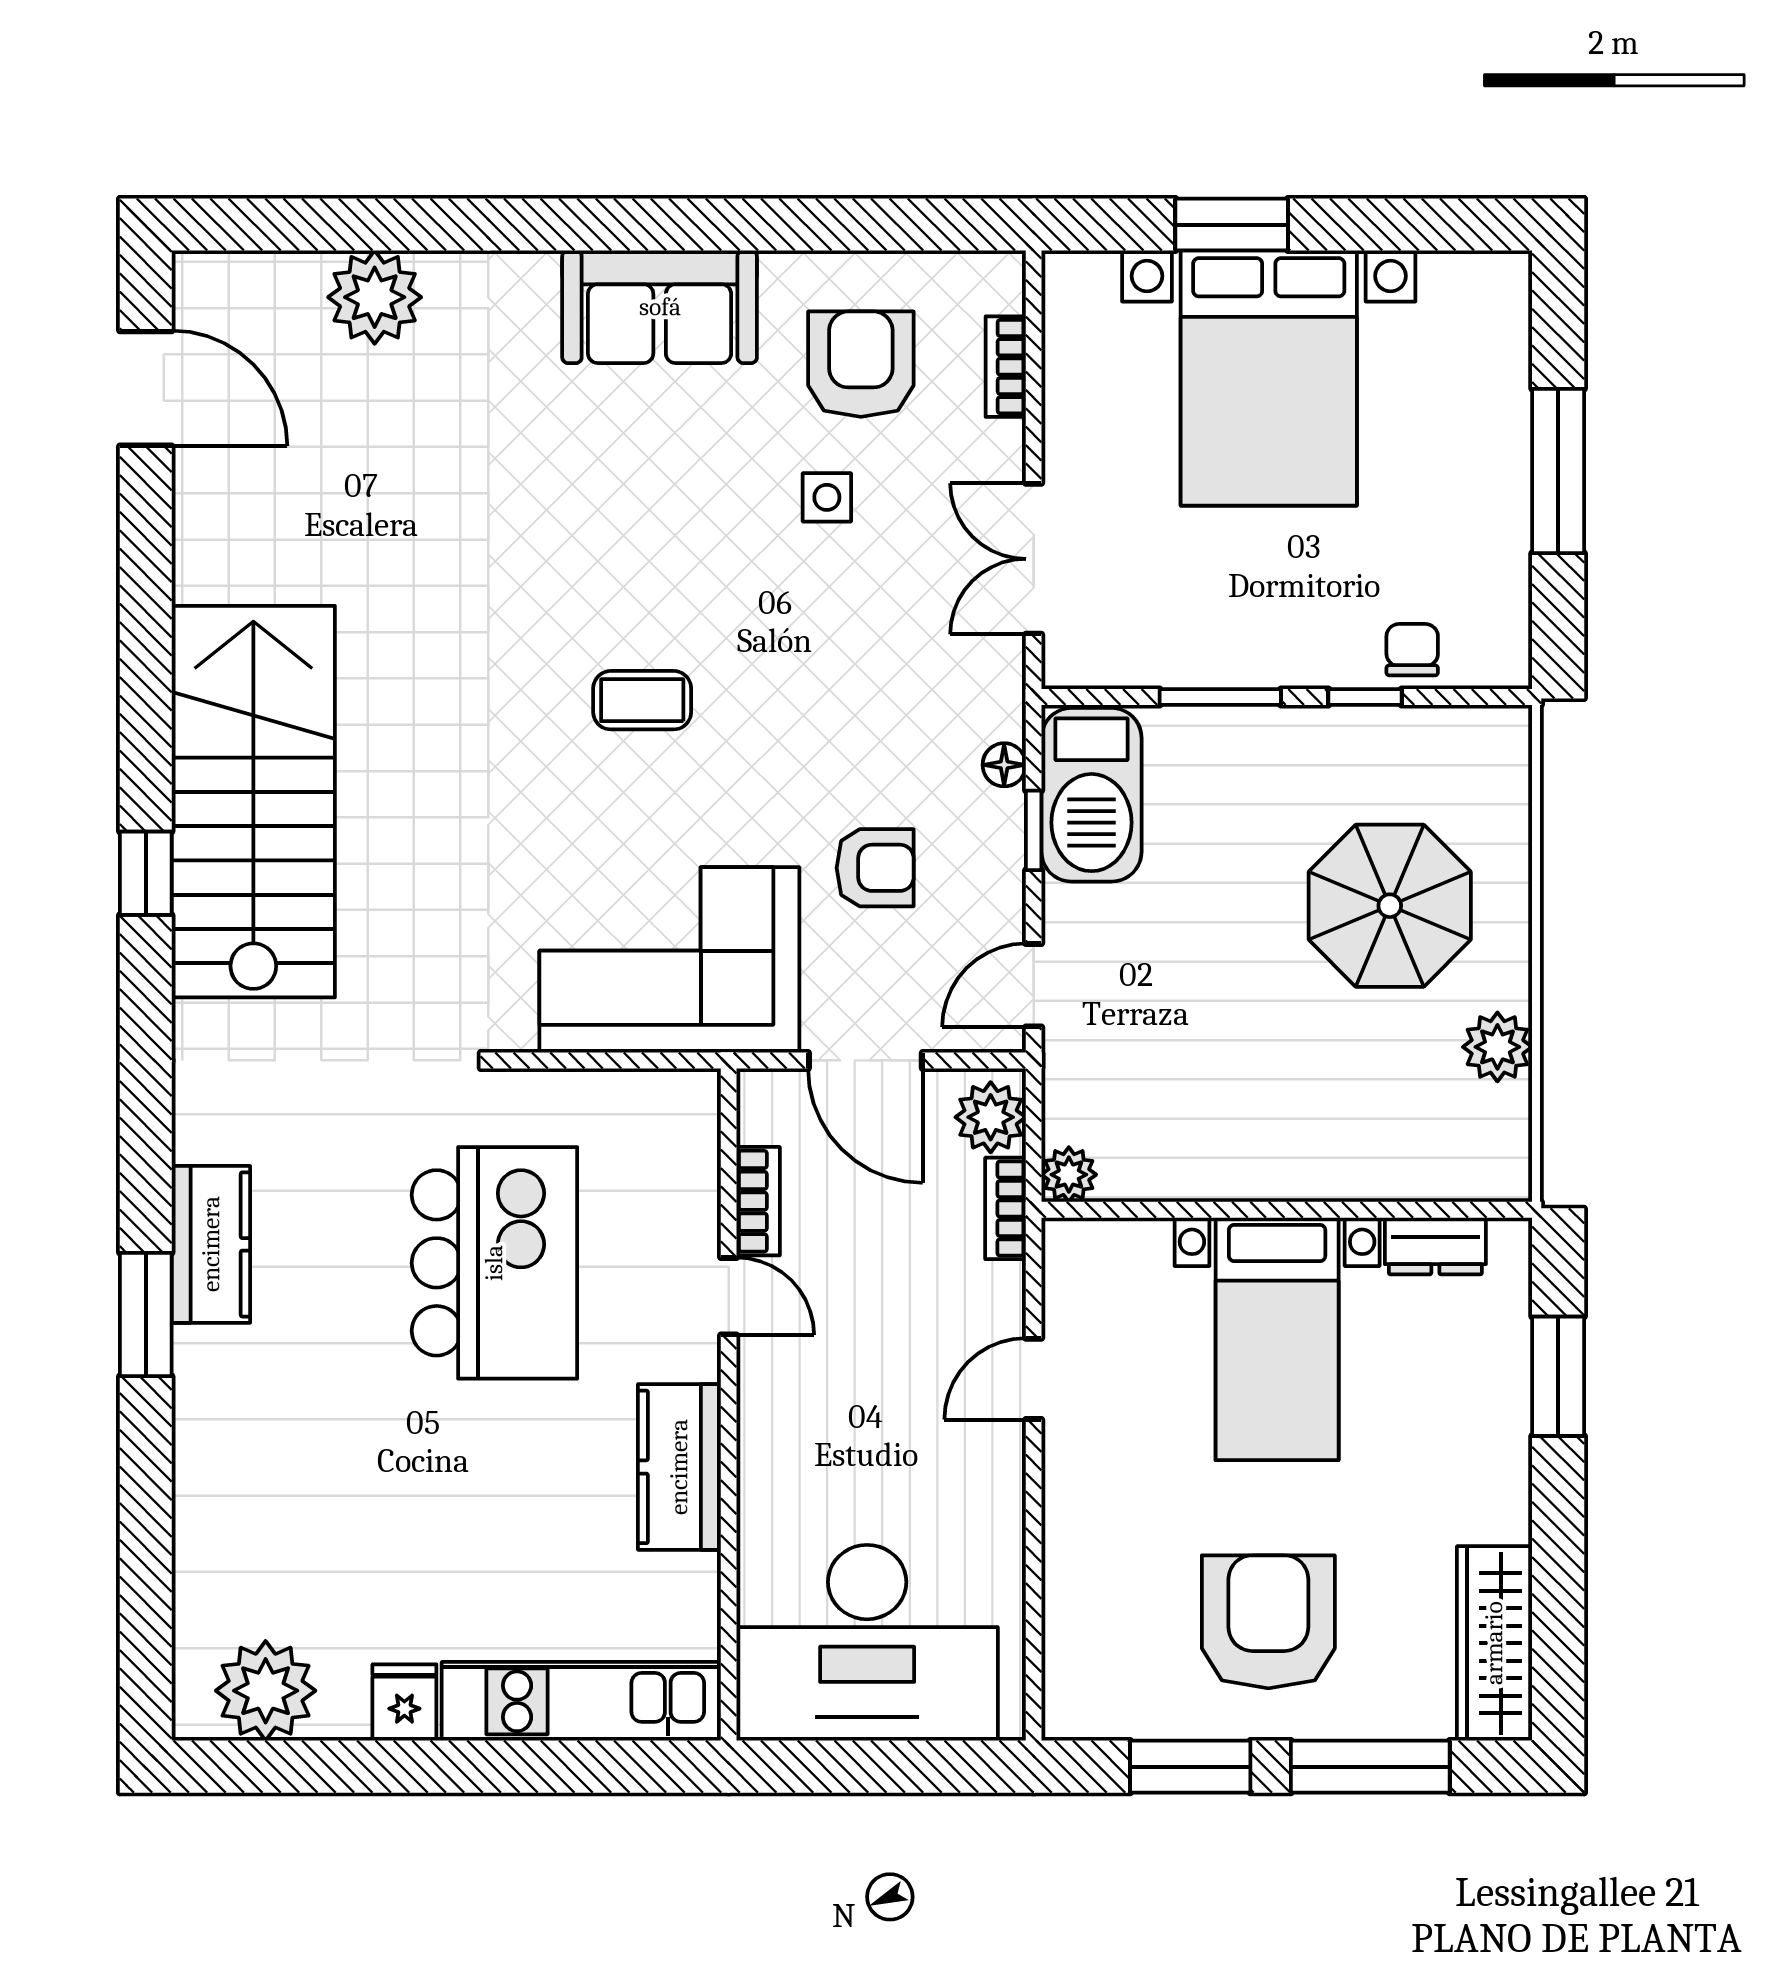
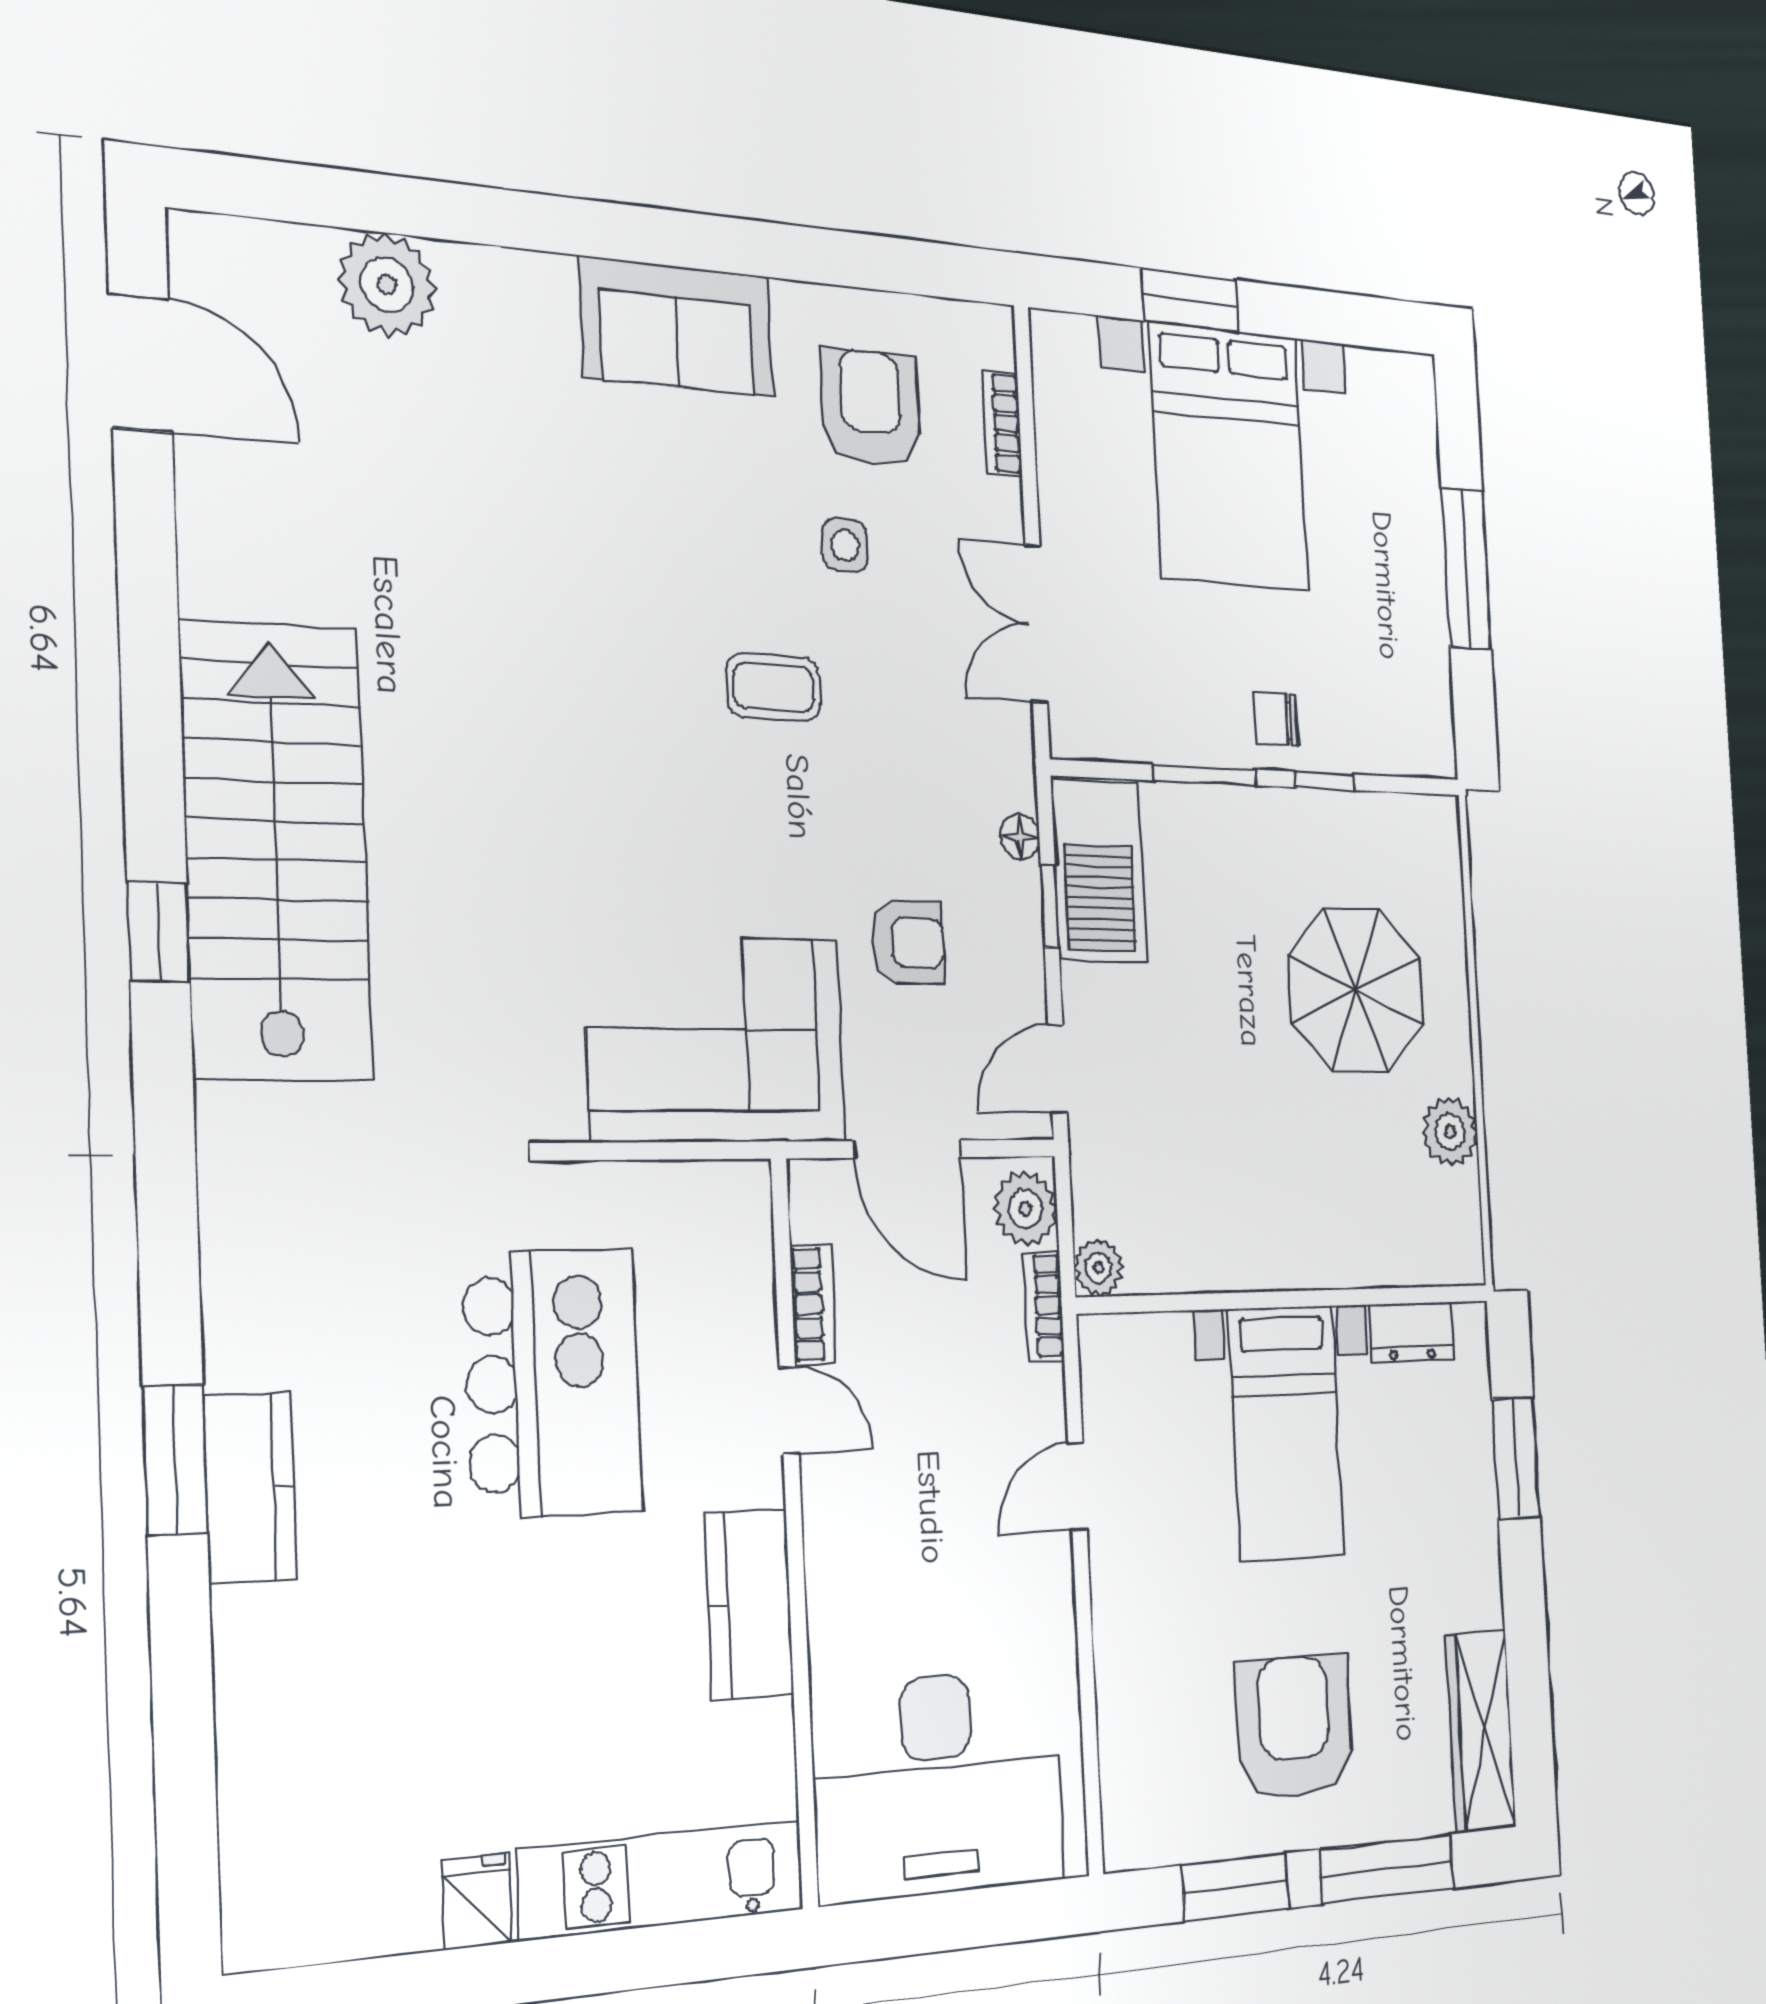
chair: (1412, 650) -> (1276, 719), moved, turned -90
coffee table: (642, 700) -> (774, 687), moved
kitchen counter: (211, 1244) -> (250, 1488), moved
plant: (266, 1691) -> (326, 1904), removed

